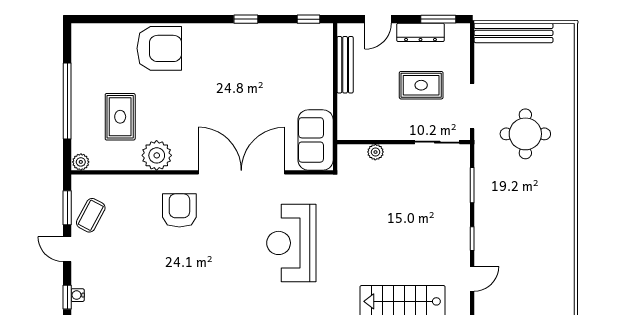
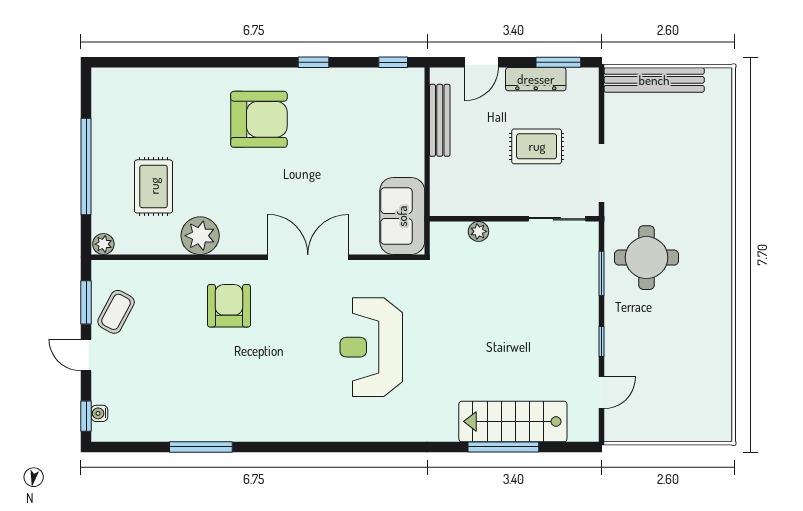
armchair: (159, 48) -> (259, 119), moved
round table: (525, 134) -> (646, 258), moved
double door: (241, 172) -> (308, 257), width x0.73

